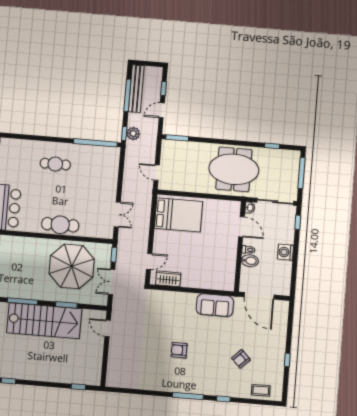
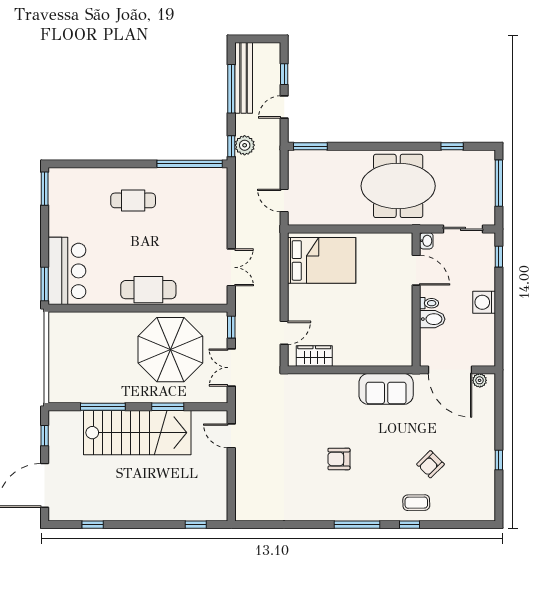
sliding door: (275, 202) -> (463, 229), width x0.73
plant: (278, 305) -> (480, 380), added
coffee table: (261, 390) -> (416, 503), moved

